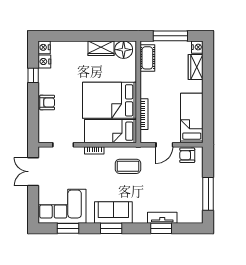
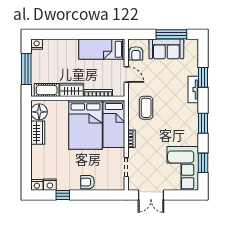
wardrobe: (196, 67) -> (71, 90), moved, turned 180
armchair: (47, 102) -> (88, 182), turned -90
sofa: (113, 212) -> (166, 49), moved, turned -90
tv unit: (162, 218) -> (193, 90), moved

